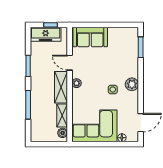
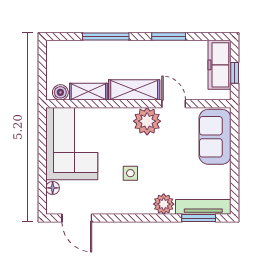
tv unit: (134, 44) -> (203, 207), added
door: (70, 63) -> (174, 104), hinge flipped
plant: (77, 83) -> (147, 121), width x1.87, depth x1.87
plant: (132, 84) -> (164, 204), moved

